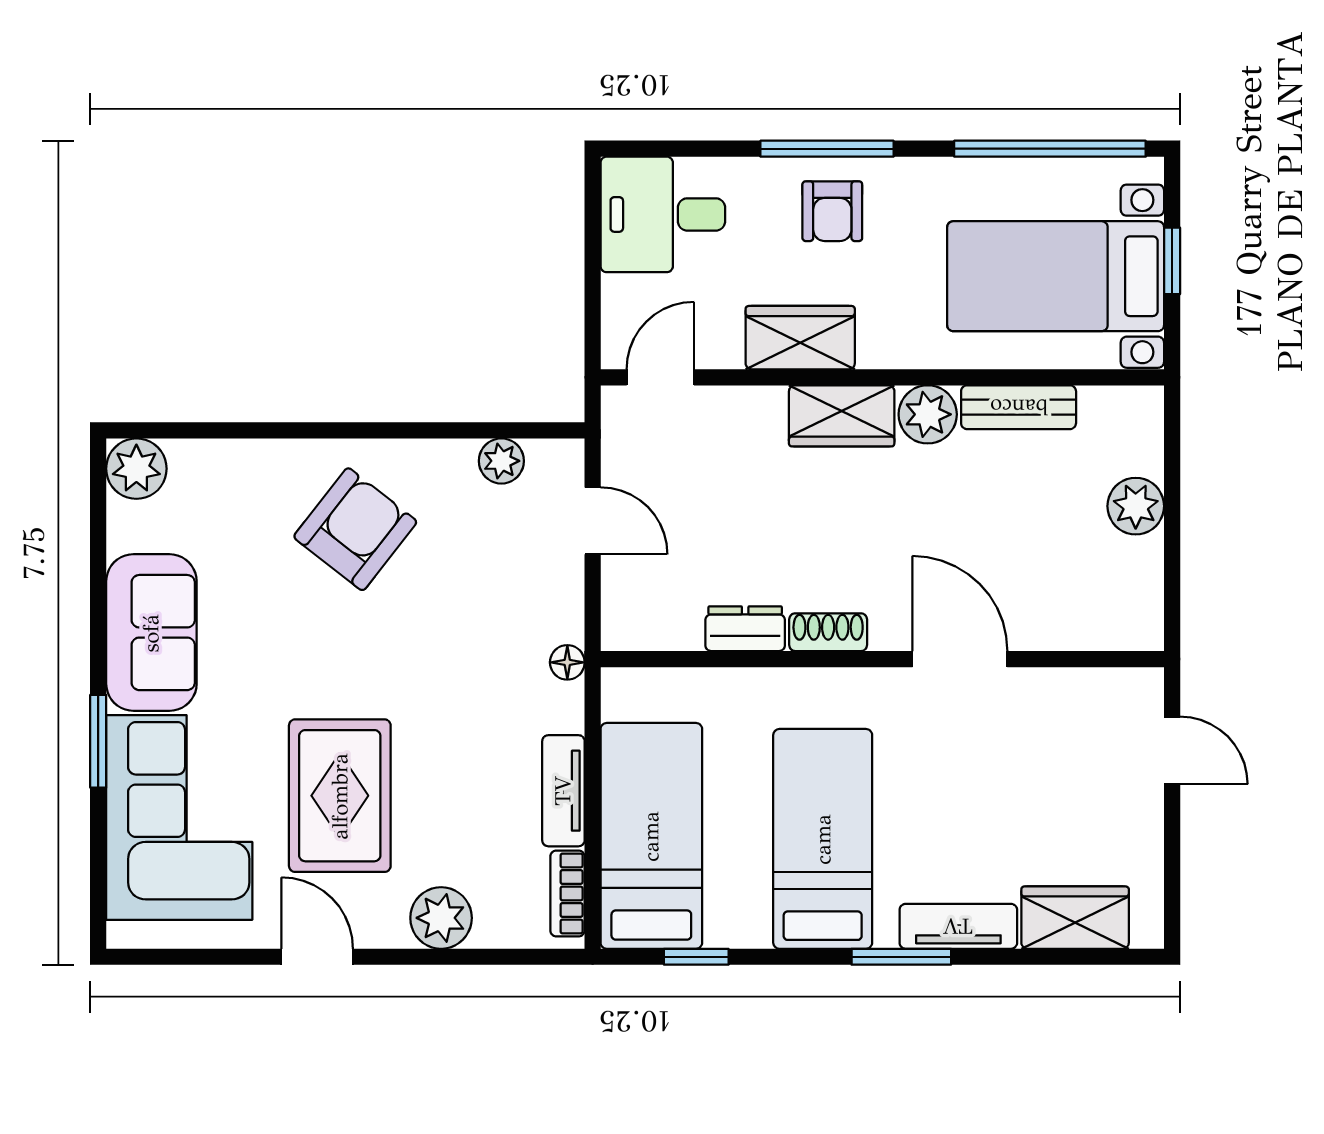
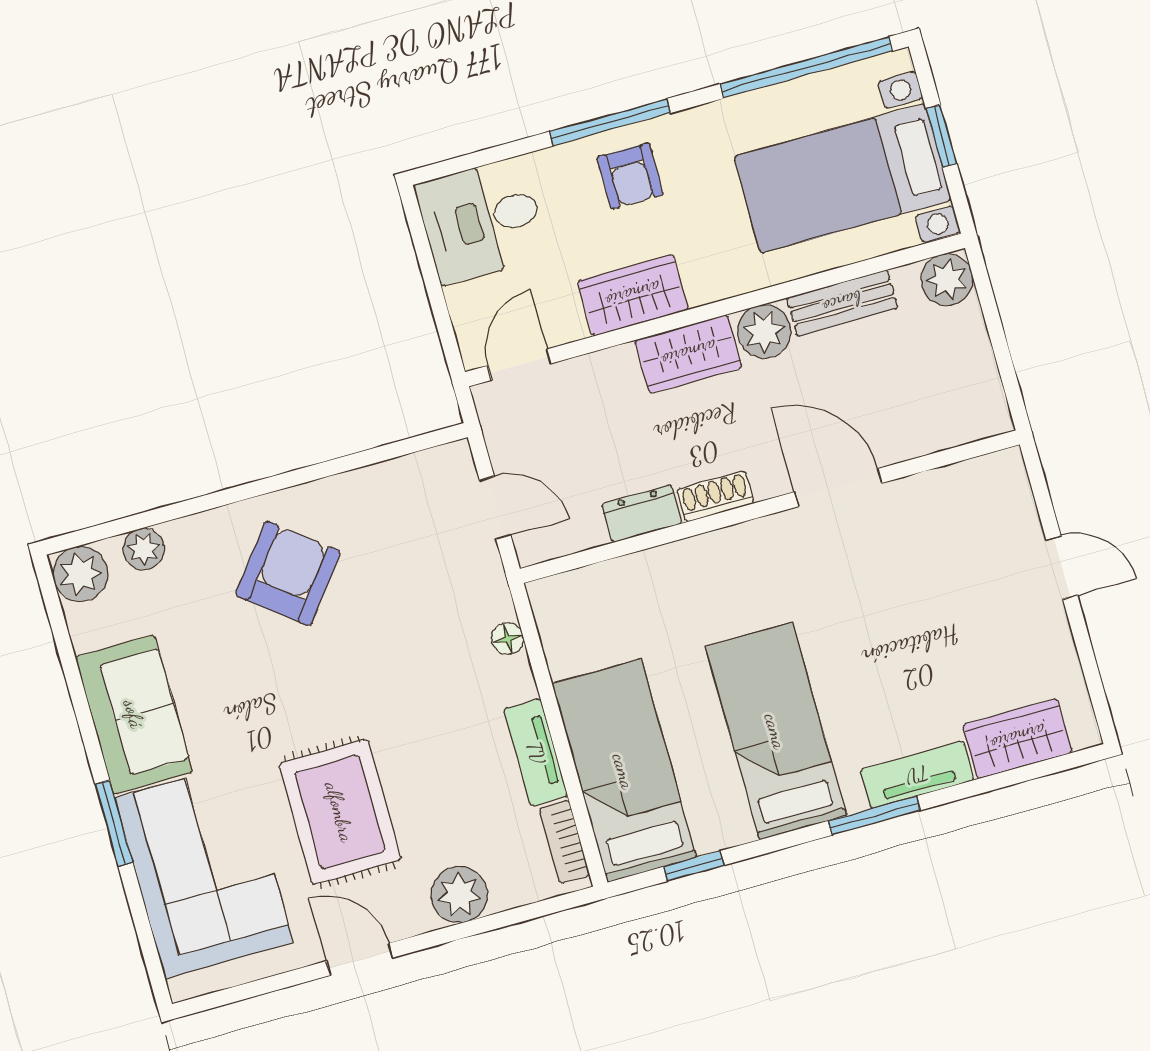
plant: (501, 461) -> (144, 549), moved
plant: (1136, 506) -> (947, 280), moved
dresser: (745, 629) -> (642, 514), moved
shoe rack: (828, 632) -> (715, 496), moved
wall: (882, 659) -> (770, 507), moved
door: (960, 659) -> (838, 488), moved

